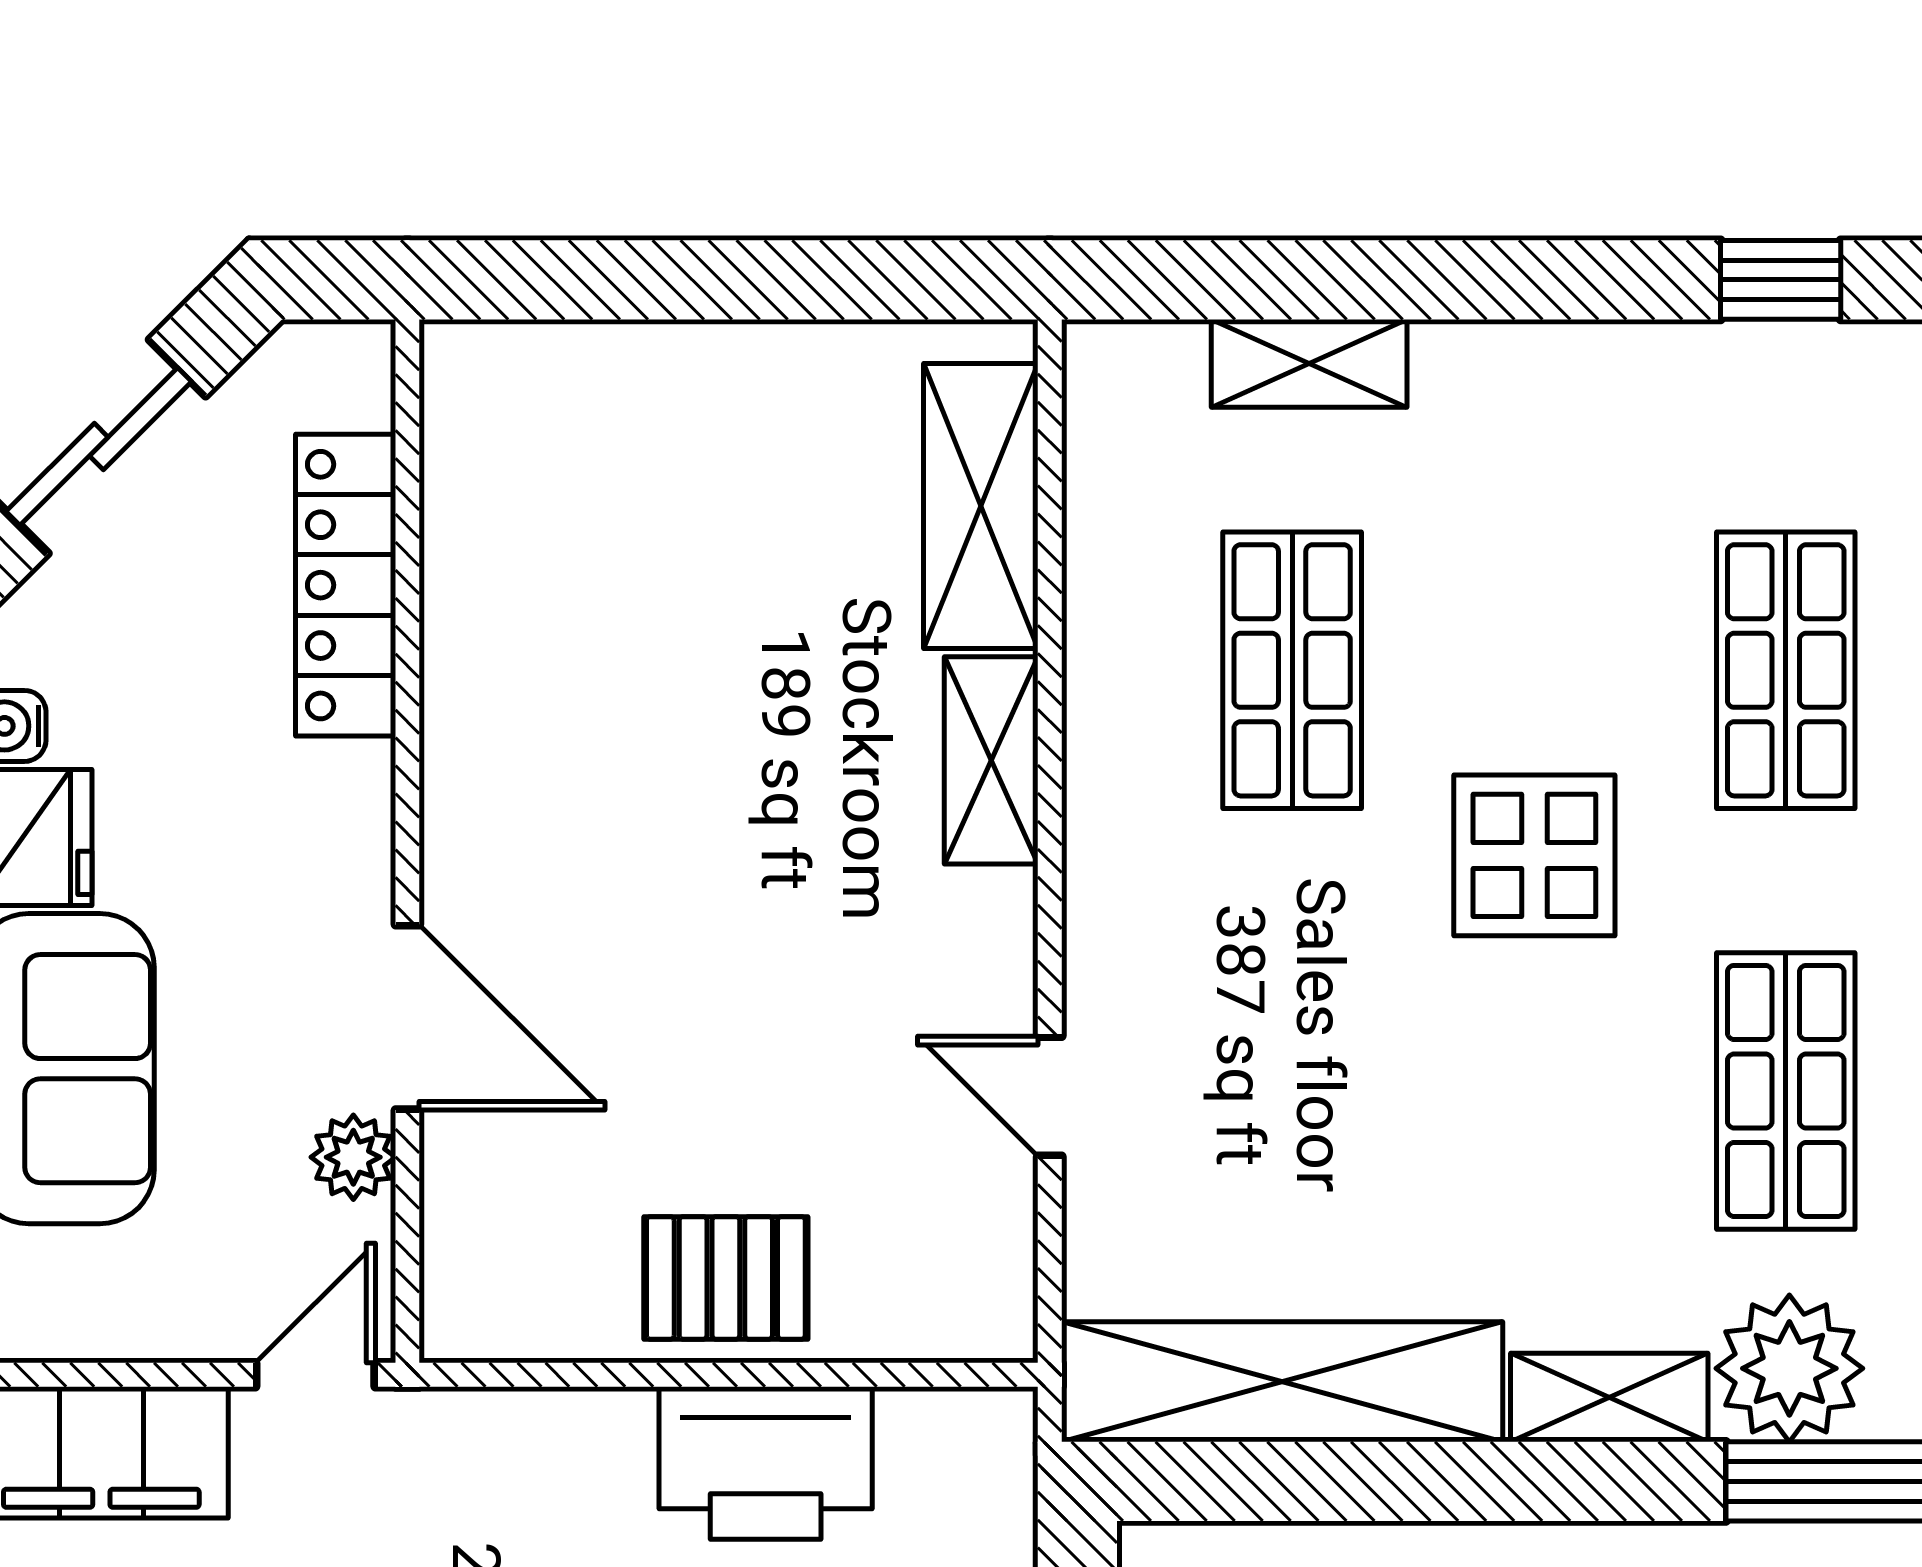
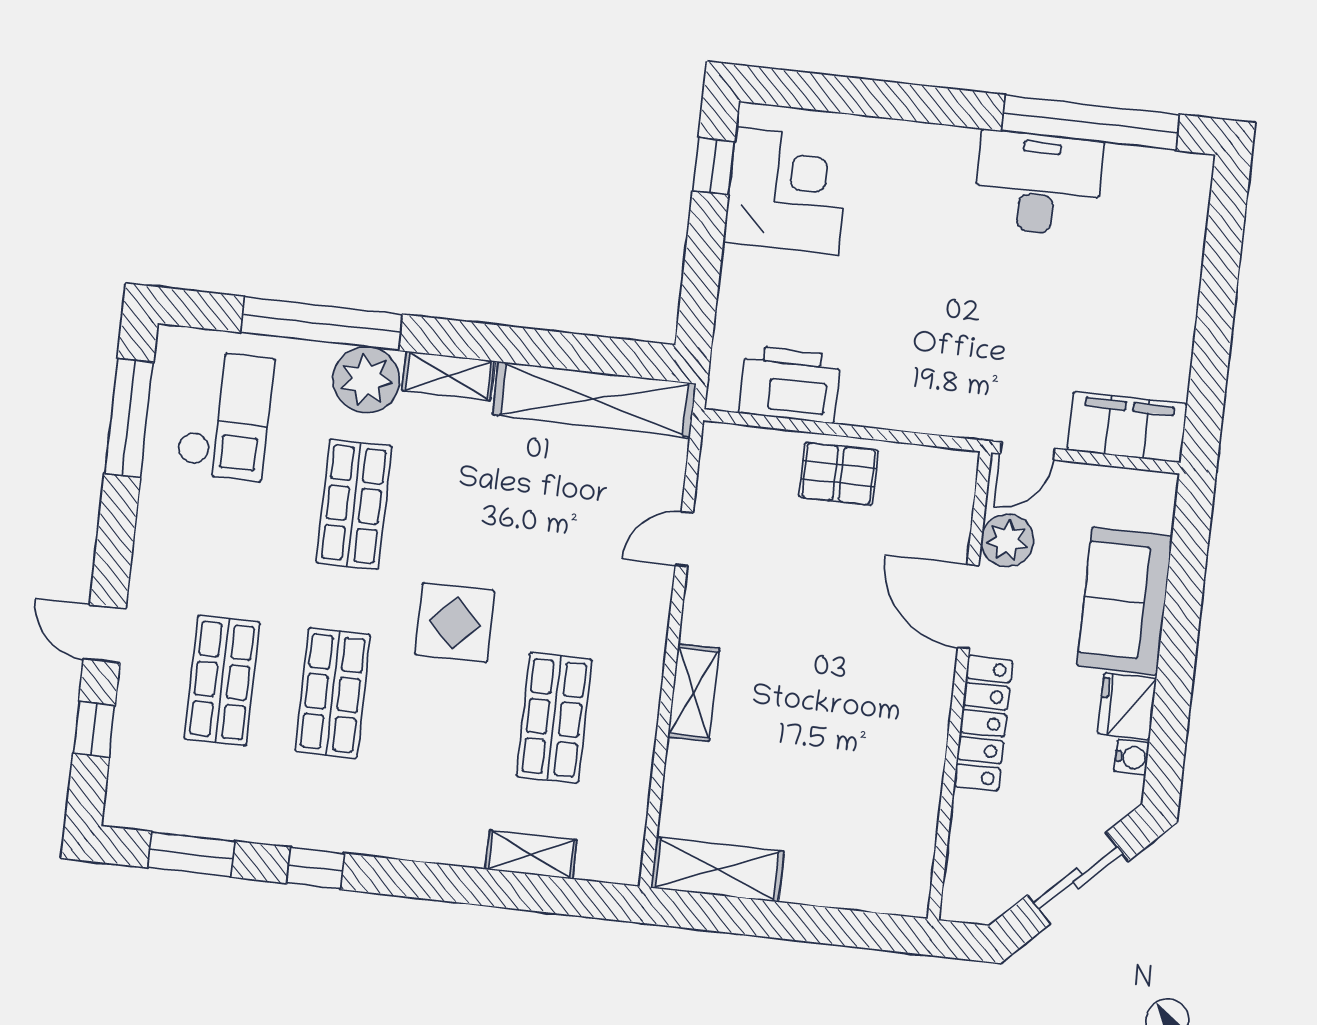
shelving: (981, 506) -> (717, 870), moved, turned 90
locker: (346, 585) -> (983, 723), moved
door: (1050, 1096) -> (684, 539), swing flipped
plant: (353, 1157) -> (1007, 540), width x1.38, depth x1.38
printer: (766, 1463) -> (790, 384), moved

